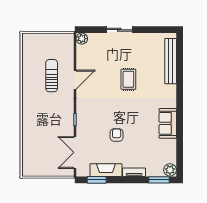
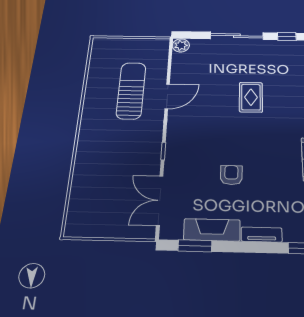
sliding door: (119, 30) -> (237, 36), width x1.37
window: (153, 30) -> (287, 36), added
sun lounger: (52, 76) -> (131, 90), width x1.36, depth x1.34

